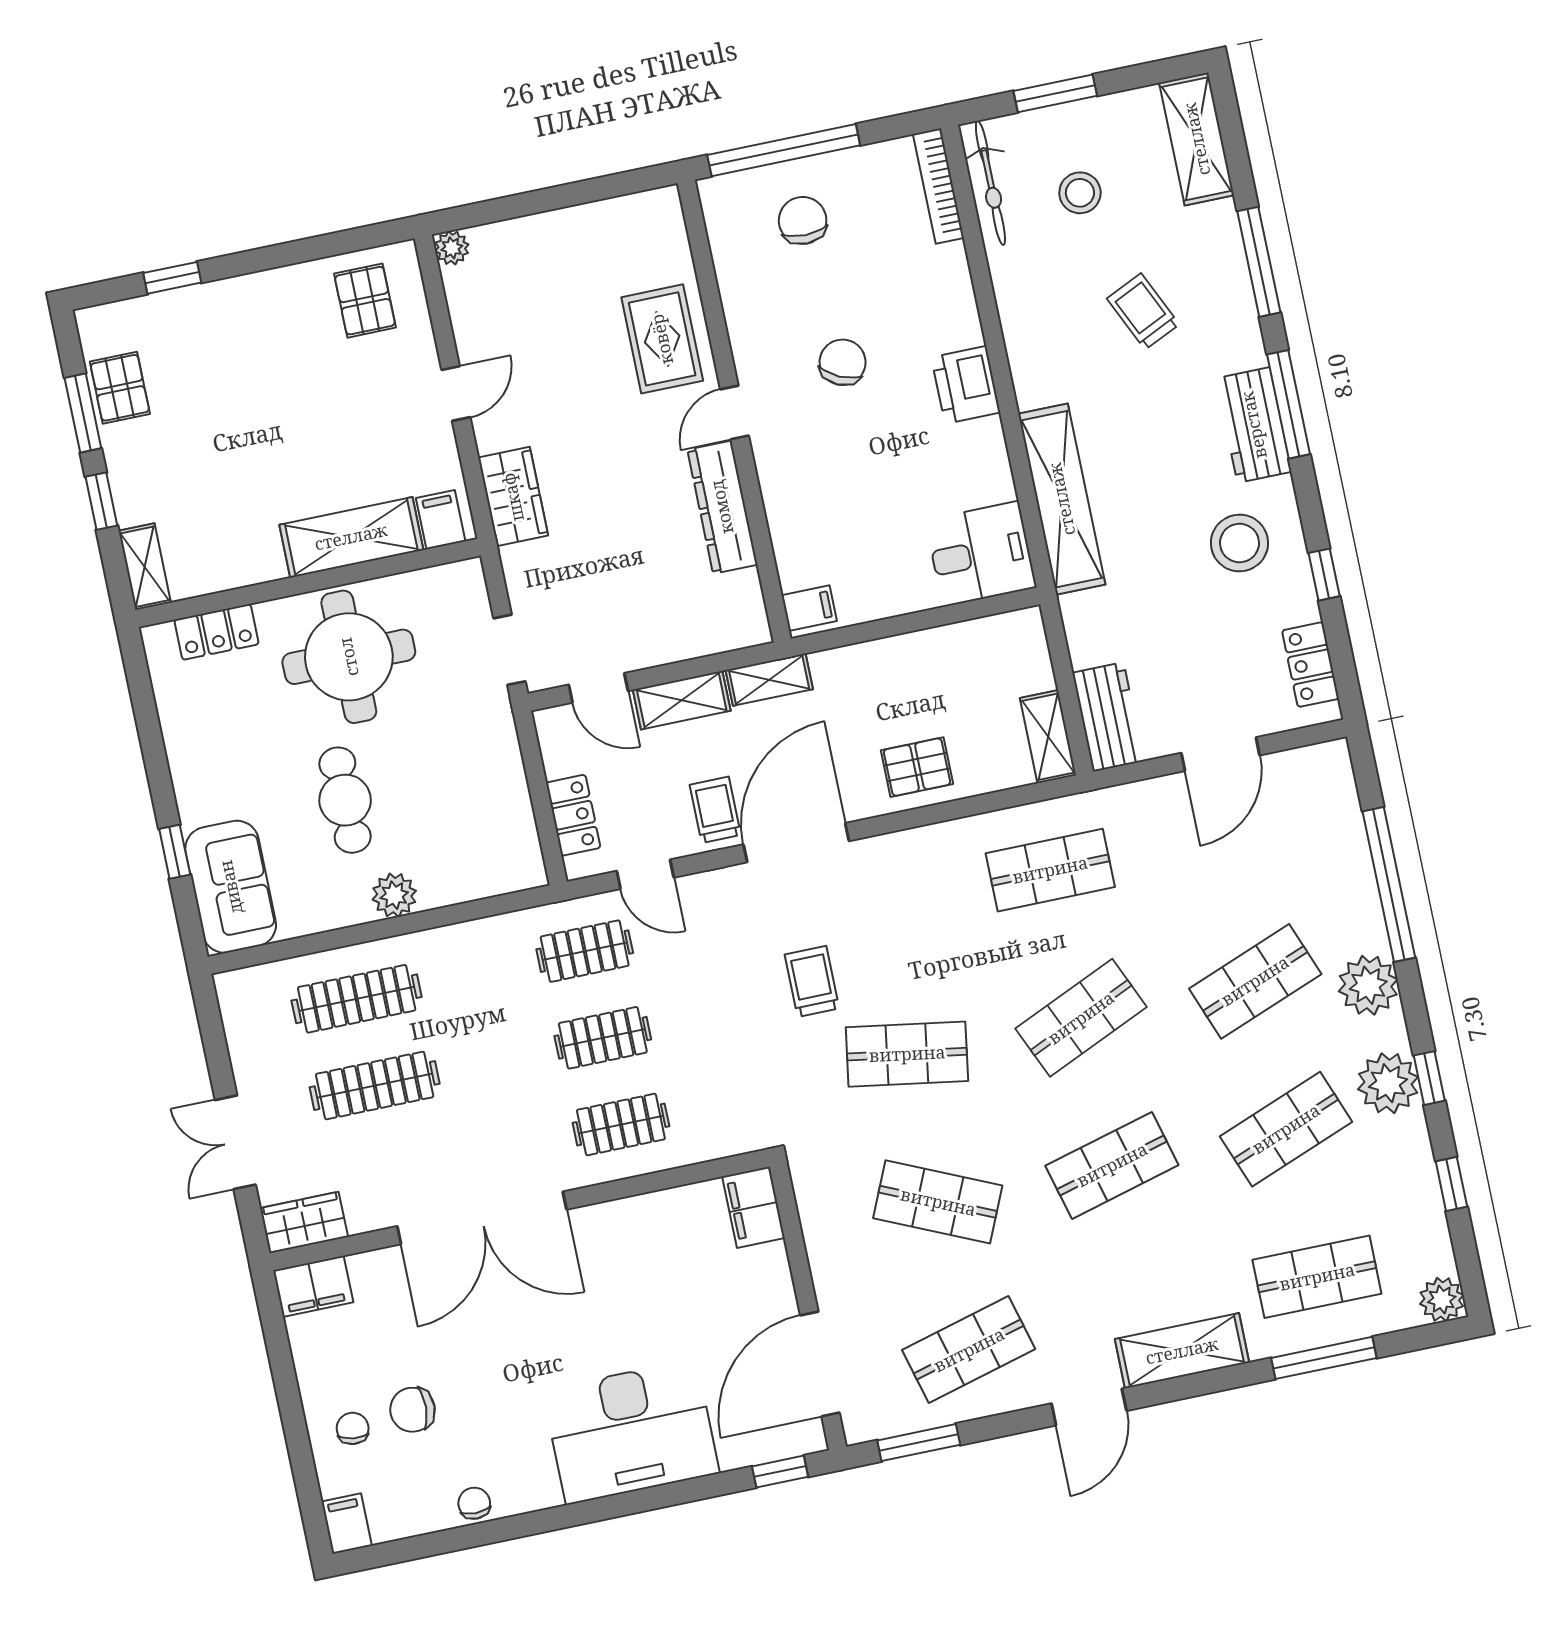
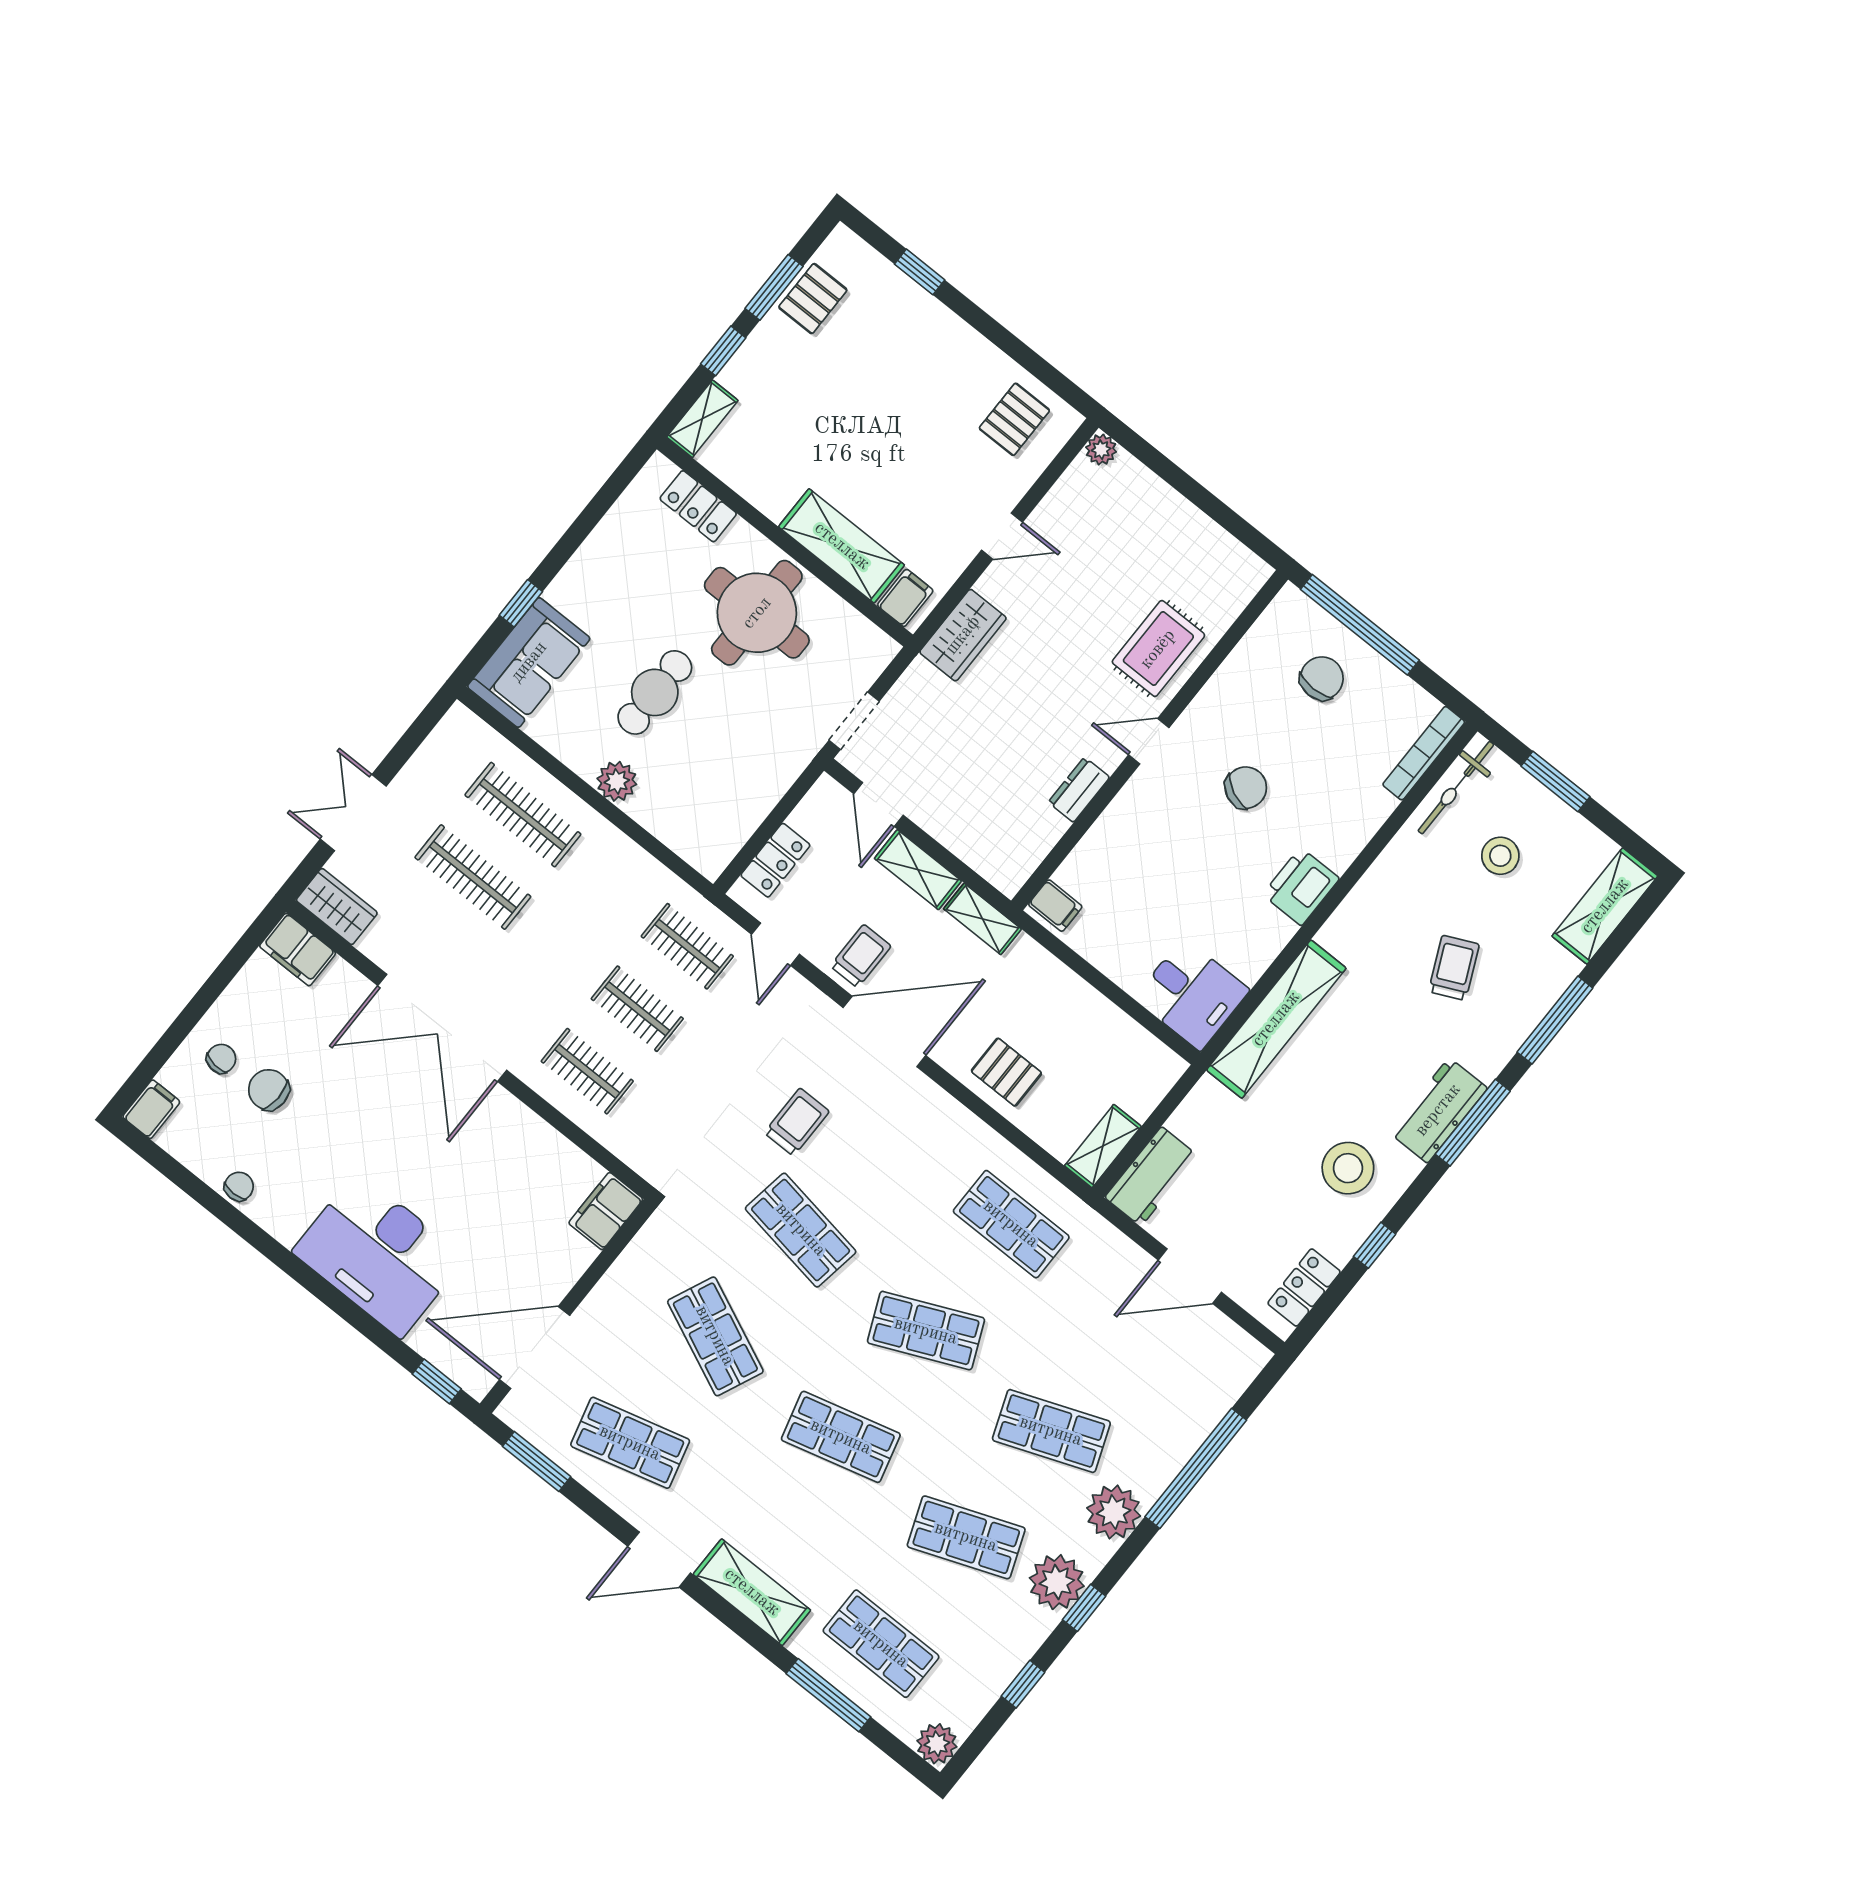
dresser: (722, 507) -> (1079, 790), width x0.51, depth x0.80

